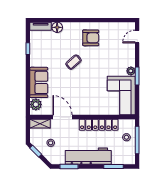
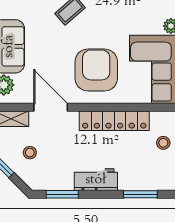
armchair: (88, 96) -> (96, 70), added
workbench: (88, 156) -> (96, 180), width x0.53, depth x0.76

